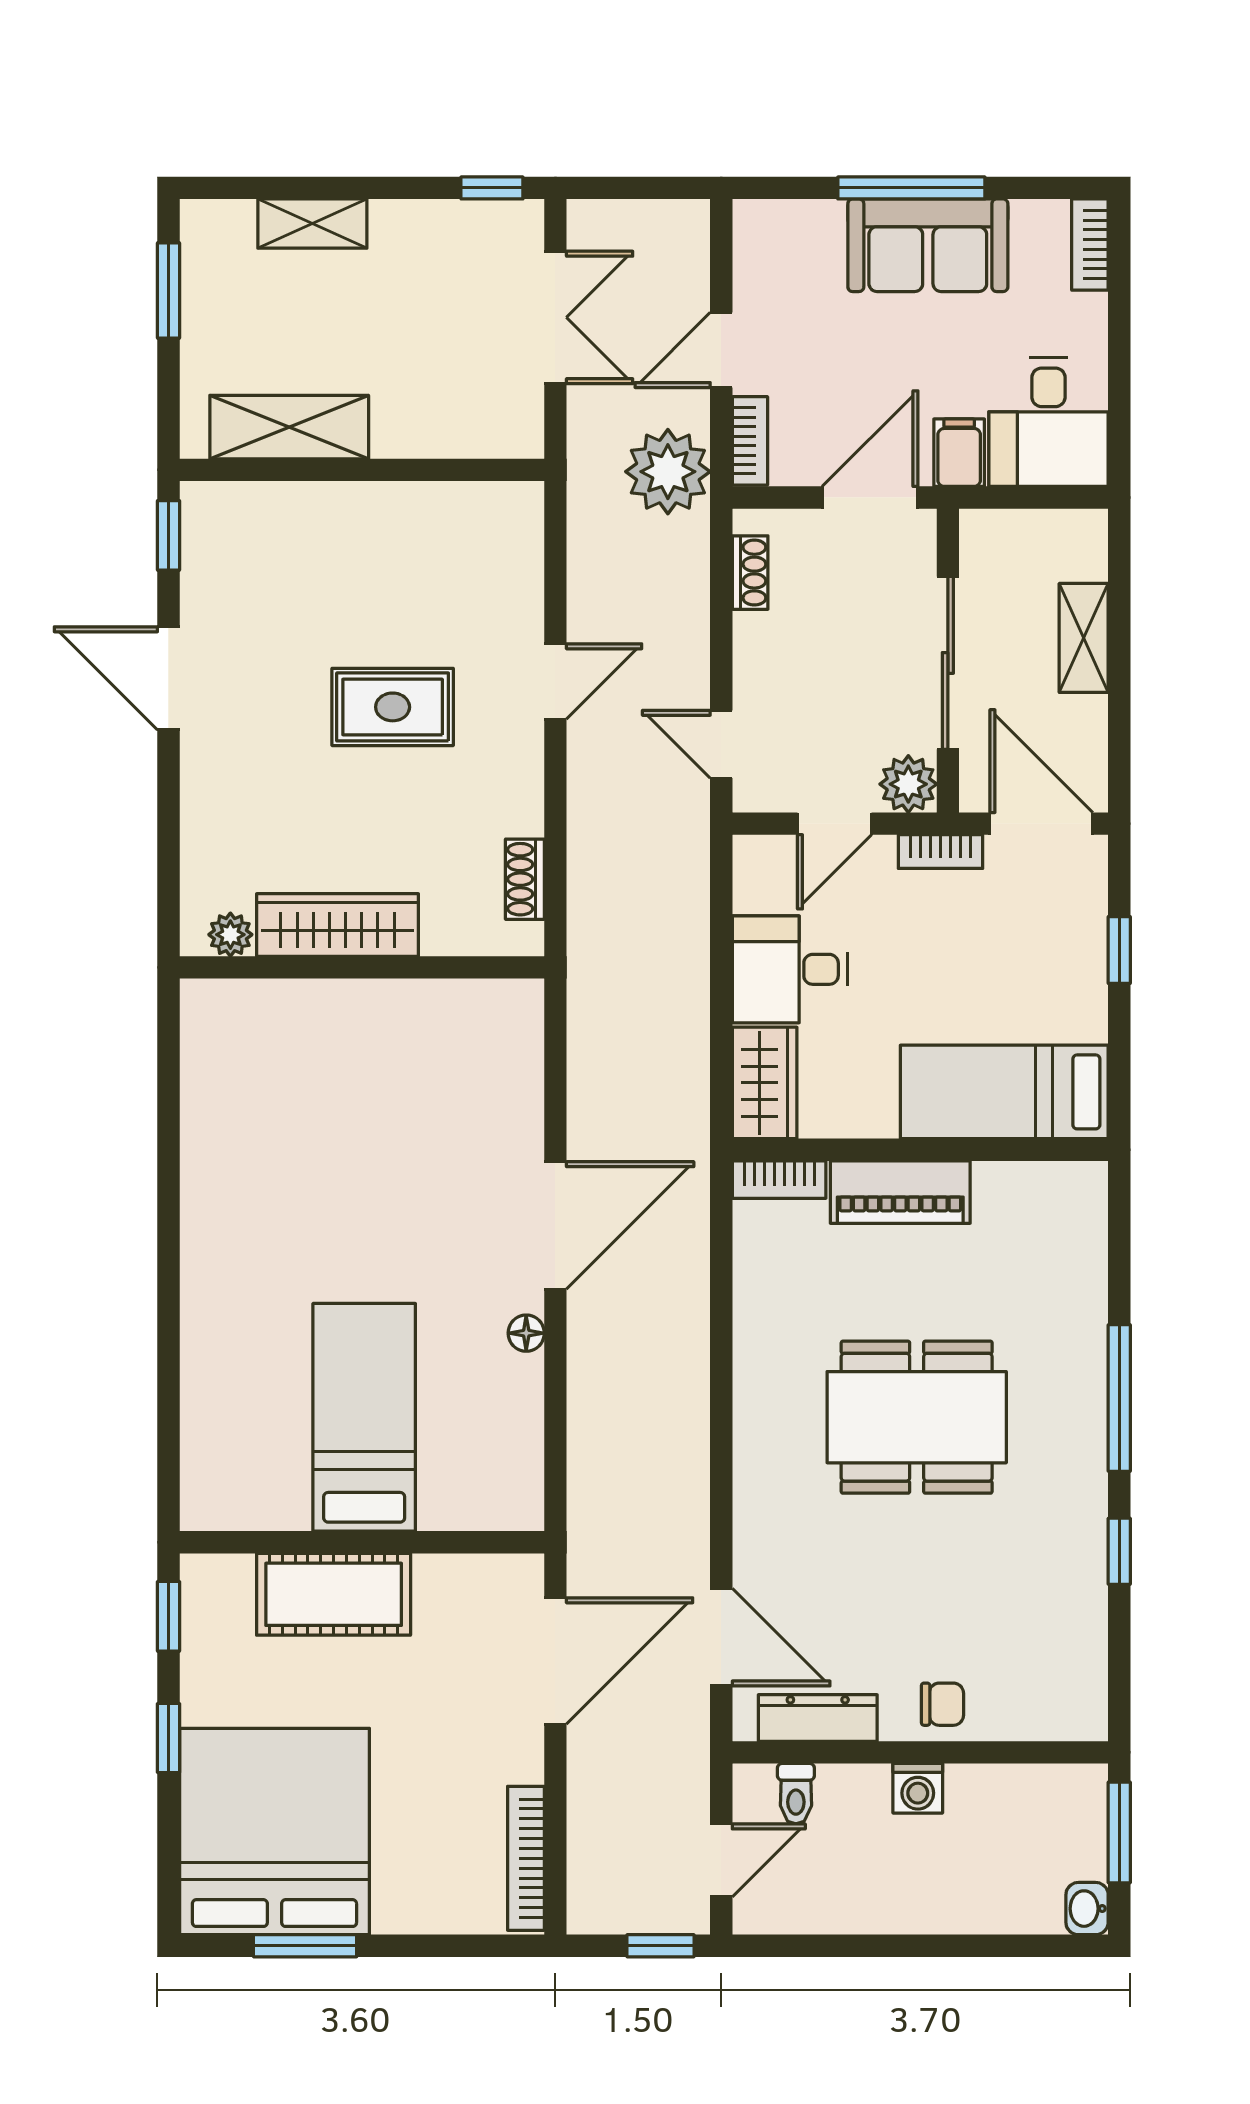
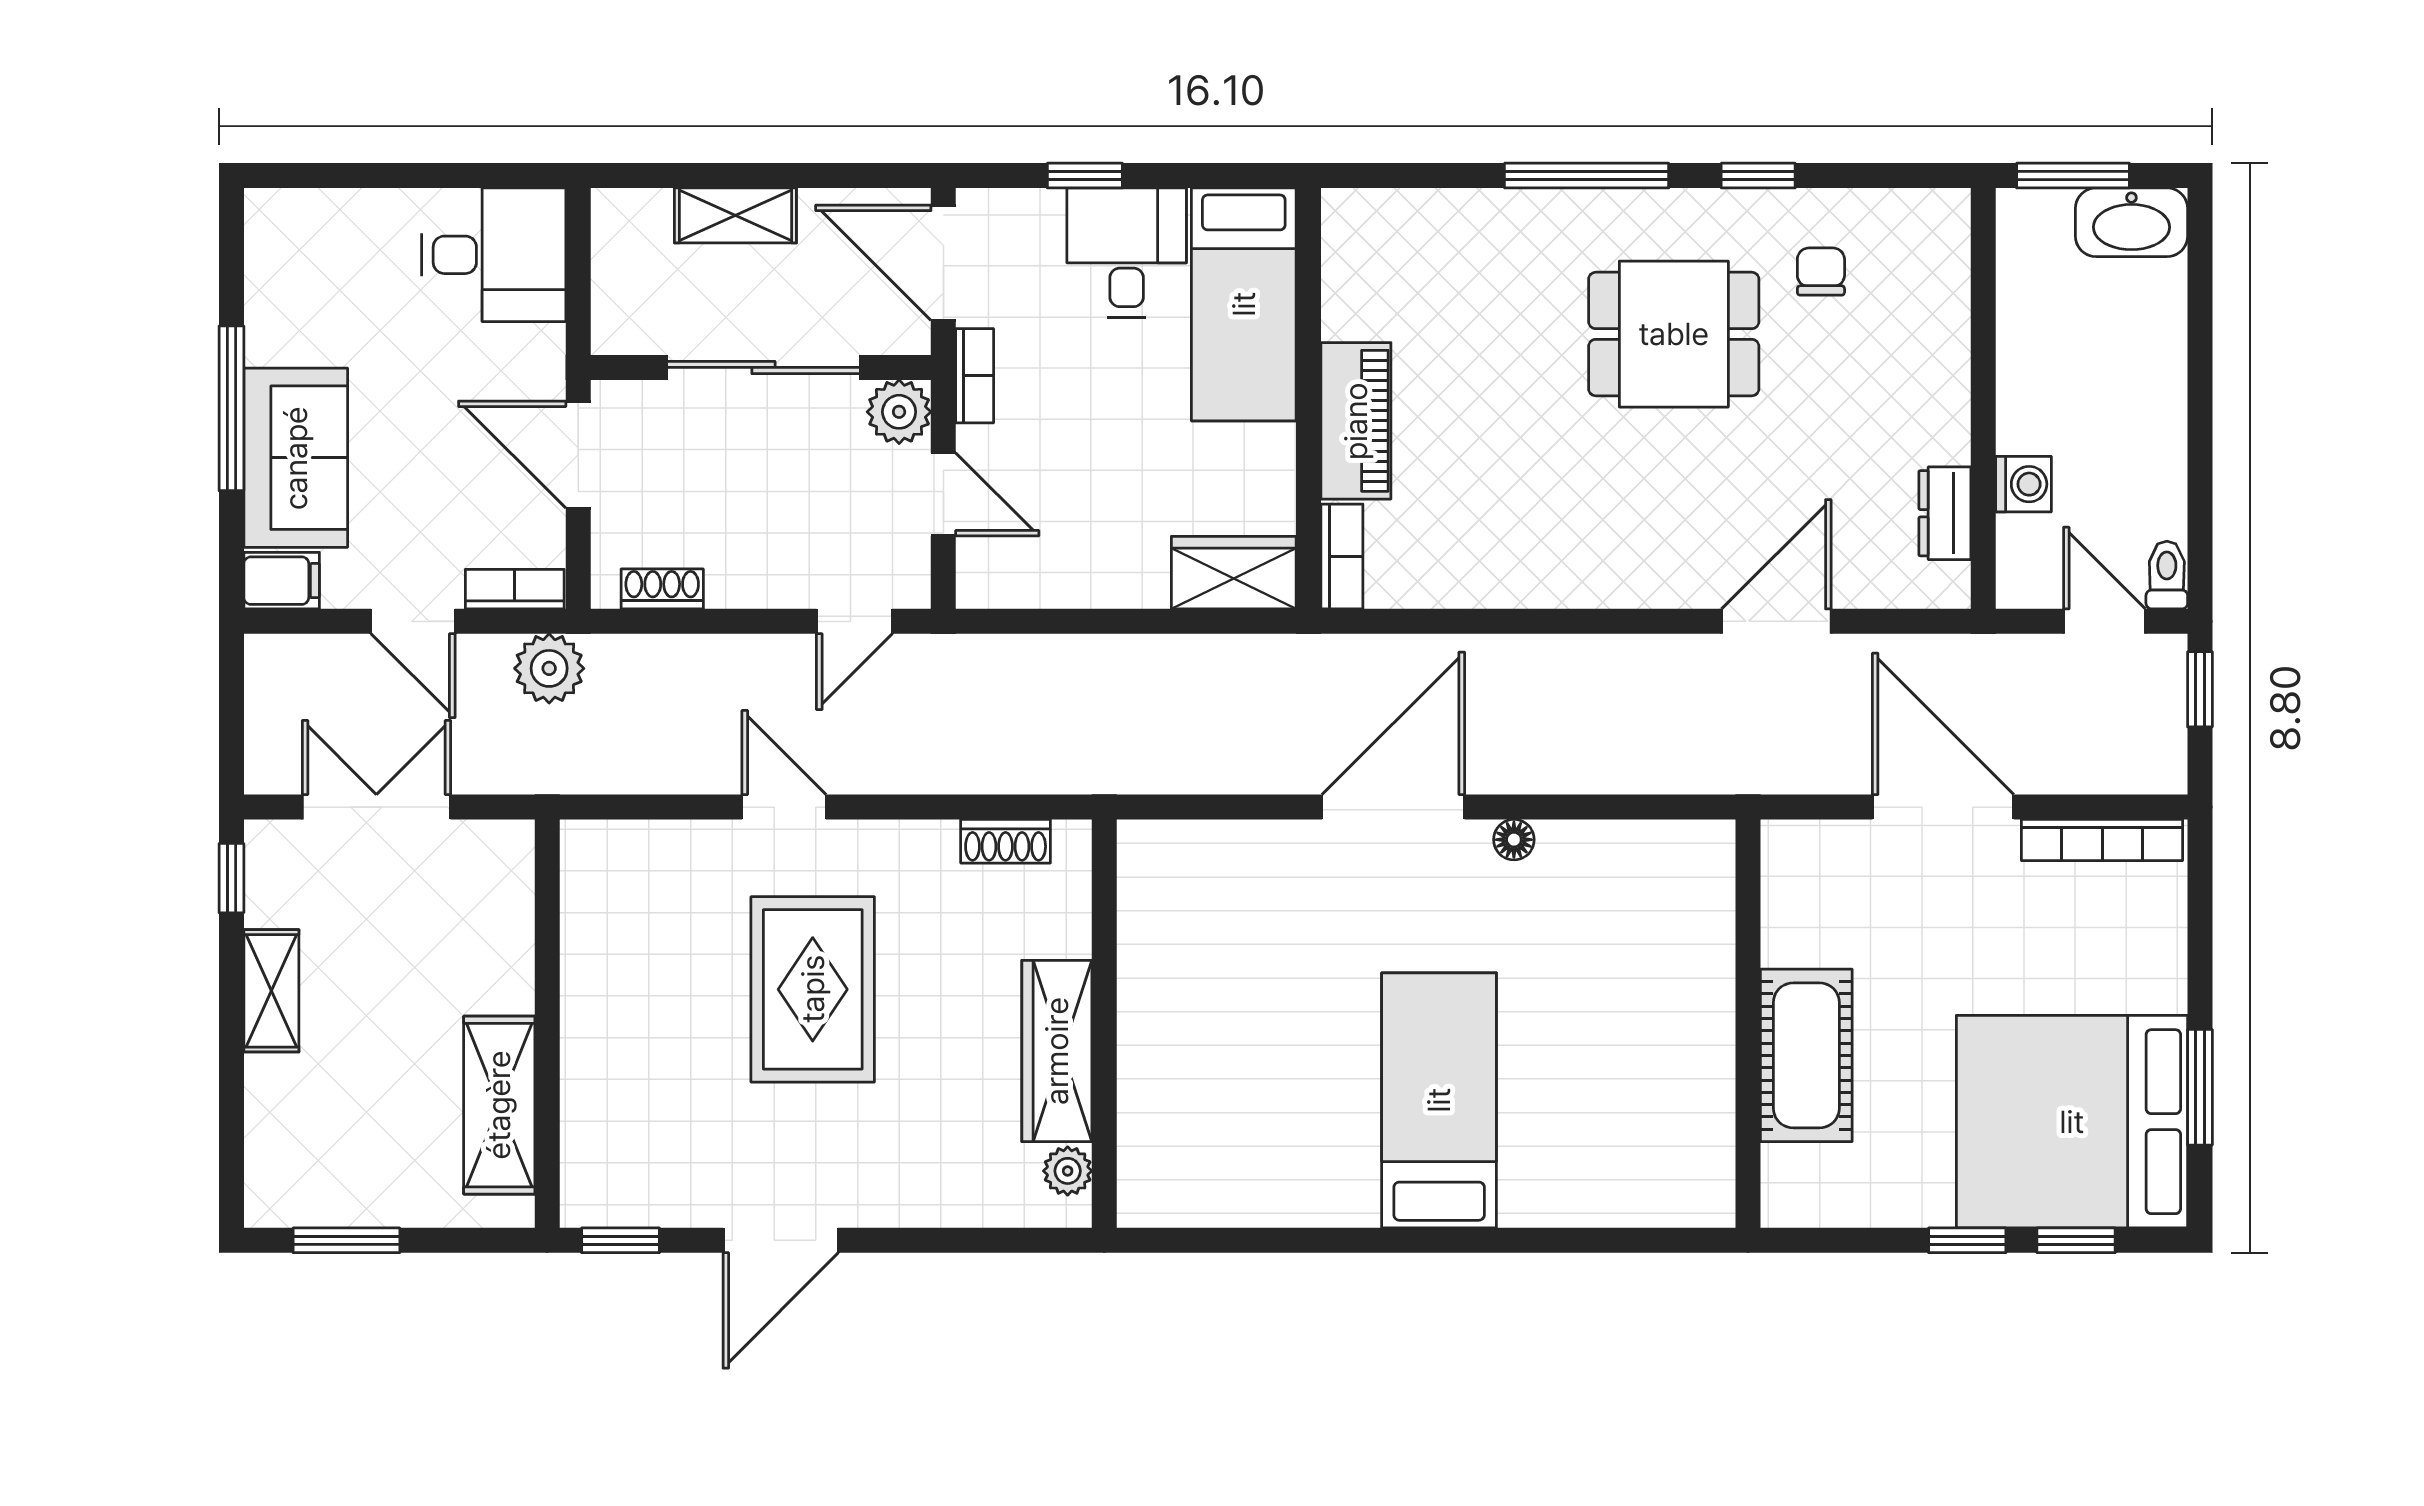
shelving: (312, 224) -> (271, 991), moved
sofa: (928, 245) -> (296, 458), moved
bookcase: (1090, 245) -> (295, 208), removed
filing cabinet: (959, 453) -> (282, 581), moved, turned 180
plant: (668, 472) -> (549, 668), width x0.73, depth x0.73
rug: (393, 707) -> (813, 989), width x1.36, depth x1.43
door: (1041, 824) -> (943, 263), hinge flipped
desk: (790, 969) -> (1127, 253), moved, turned 180
door: (555, 1225) -> (1393, 807), hinge flipped
bed: (364, 1417) -> (1439, 1100), moved, turned 90
dining table: (917, 1417) -> (1674, 334), moved, width x0.73
window: (168, 1616) -> (2076, 1240), moved
door: (721, 1637) -> (1776, 621), moved
door: (555, 1661) -> (1943, 807), moved
chair: (942, 1704) -> (1821, 272), moved
dresser: (818, 1718) -> (1945, 513), width x0.70
washing machine: (918, 1788) -> (2024, 484), moved
toilet: (796, 1794) -> (2167, 575), moved, turned -90
washbasin: (1087, 1909) -> (2131, 222), width x1.91, depth x1.45

